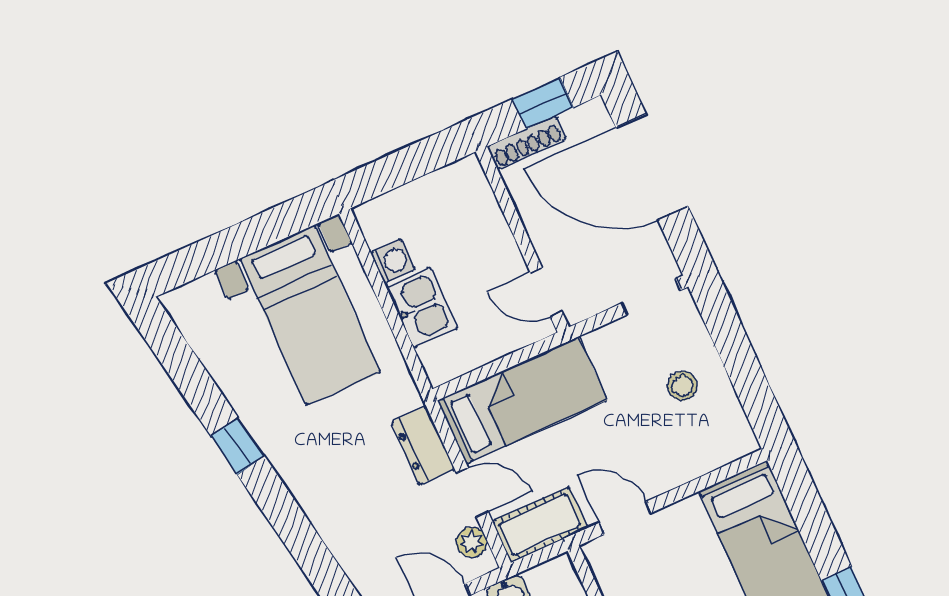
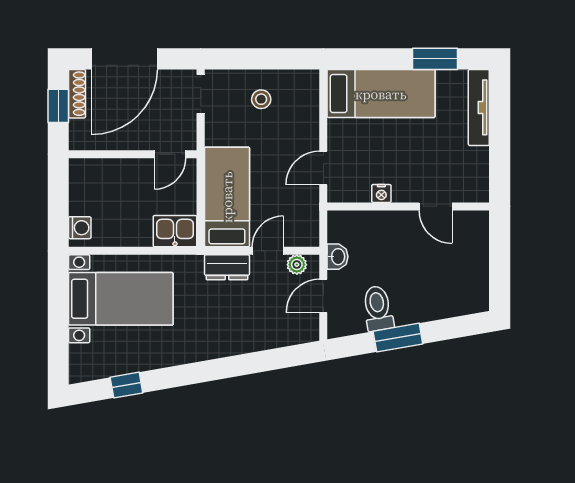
shoe rack: (527, 142) -> (77, 94), moved
washing machine: (393, 261) -> (80, 228), moved, turned 90
kitchen sink: (422, 307) -> (175, 231), moved
window: (238, 446) -> (126, 385), moved
cot: (540, 525) -> (305, 220), removed

